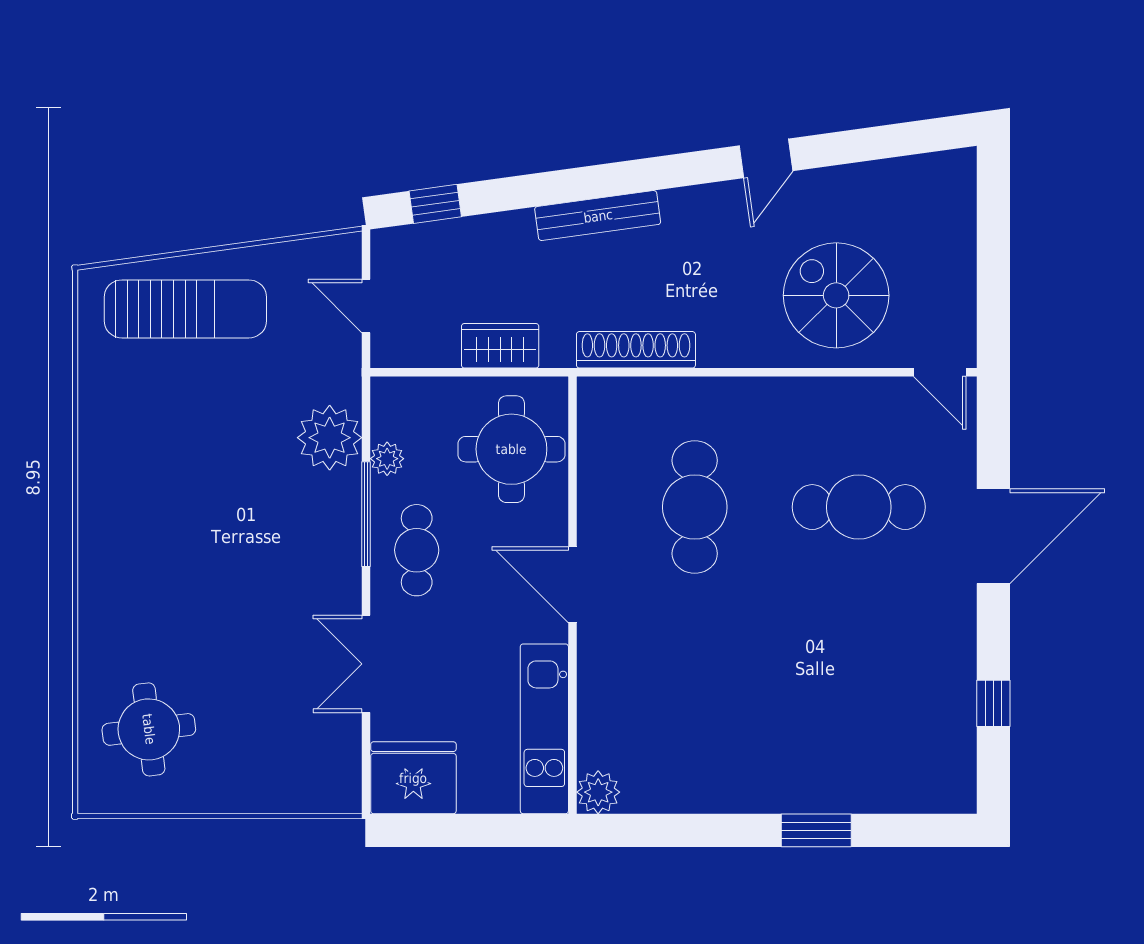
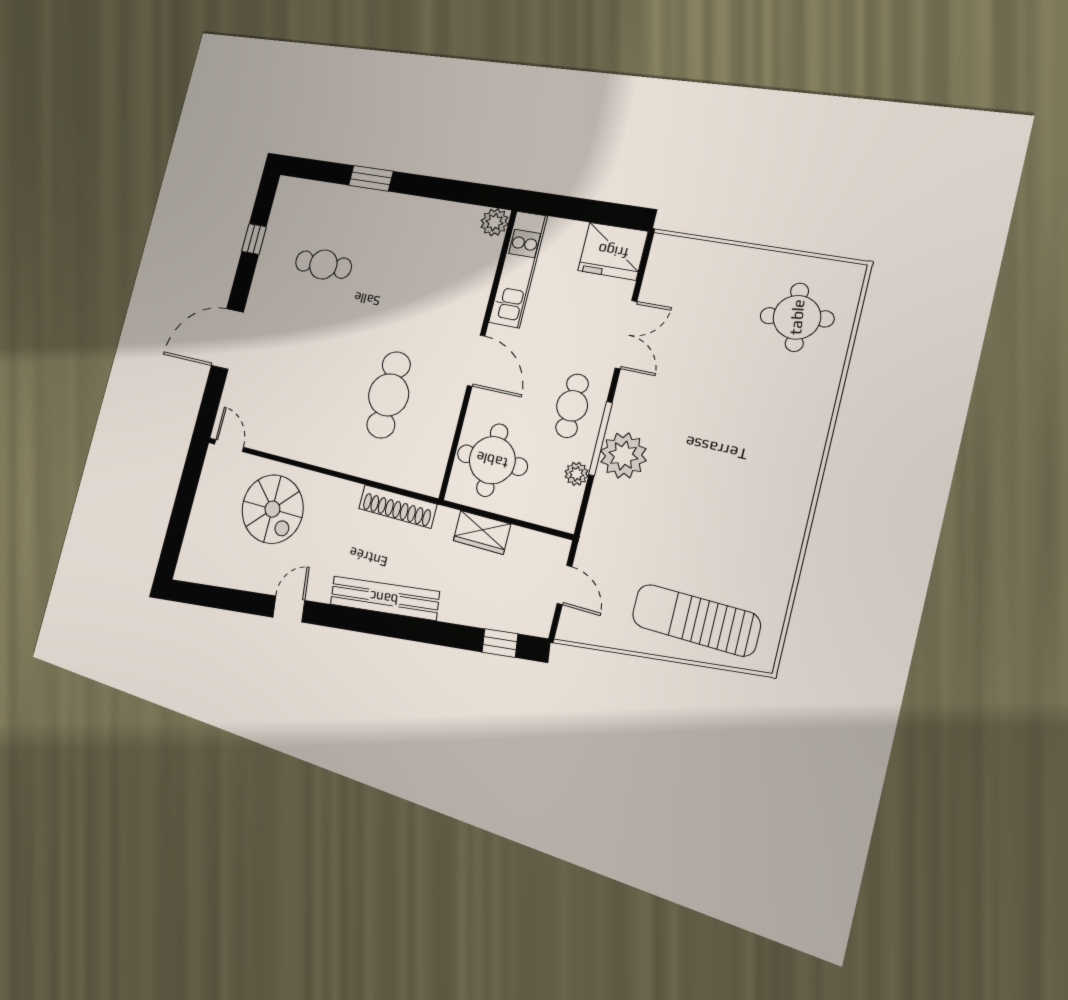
bench: (598, 216) -> (384, 598), width x1.37, depth x1.21
plant: (330, 438) -> (623, 455), moved
cafe table: (859, 507) -> (323, 265), moved, width x0.73, depth x0.74

